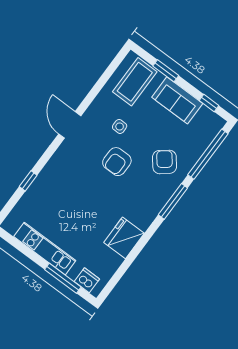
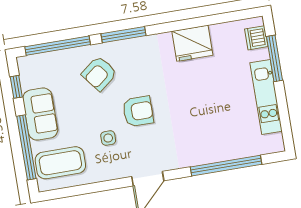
window: (166, 71) -> (26, 147), width x2.11
window: (28, 181) -> (226, 166), width x3.17

